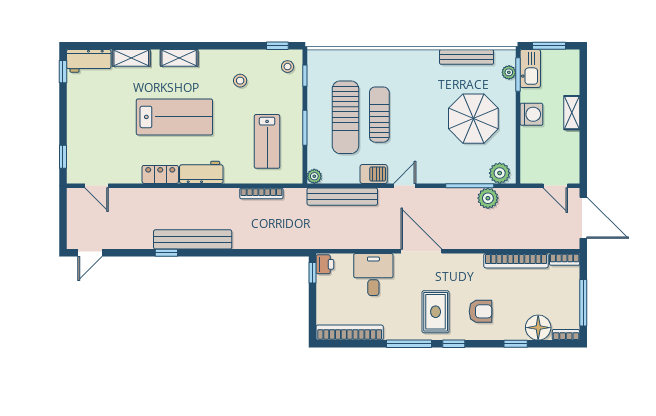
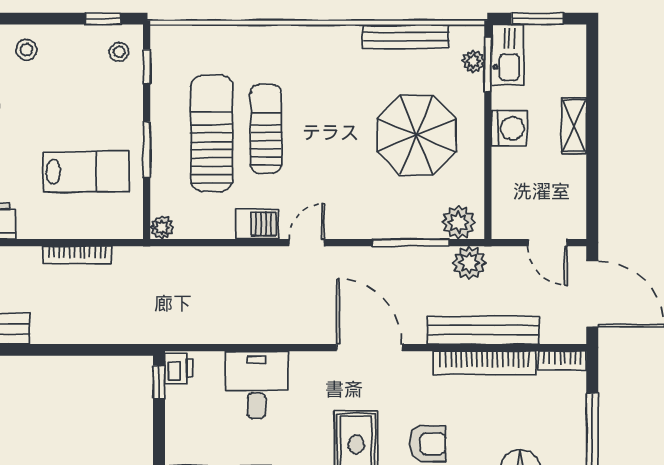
stool: (240, 81) -> (26, 50), moved
sun lounger: (345, 117) -> (212, 133), turned 180
lab bench: (267, 141) -> (86, 172), turned -90
bench: (342, 197) -> (483, 330), moved
plant: (488, 198) -> (469, 263), moved
door: (421, 251) -> (369, 348), moved

